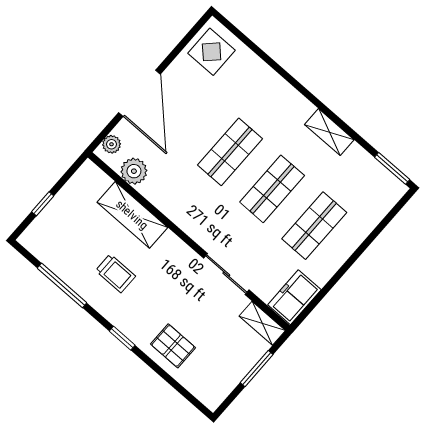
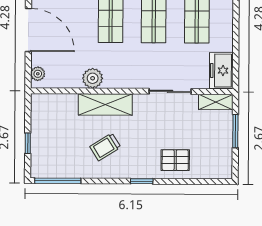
plant: (134, 171) -> (93, 78), moved
shelving: (132, 215) -> (105, 104), moved
trolley: (116, 273) -> (105, 147), turned 148
window: (62, 286) -> (58, 181), moved

